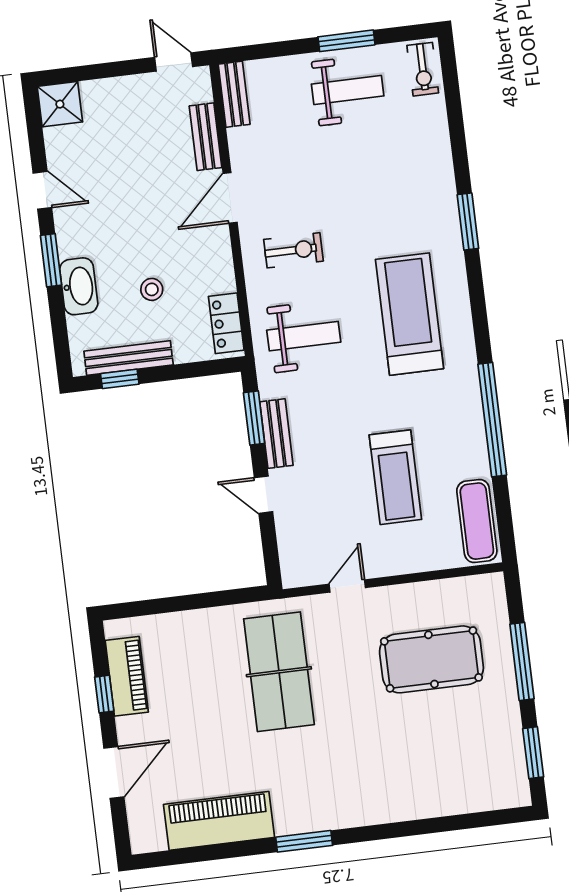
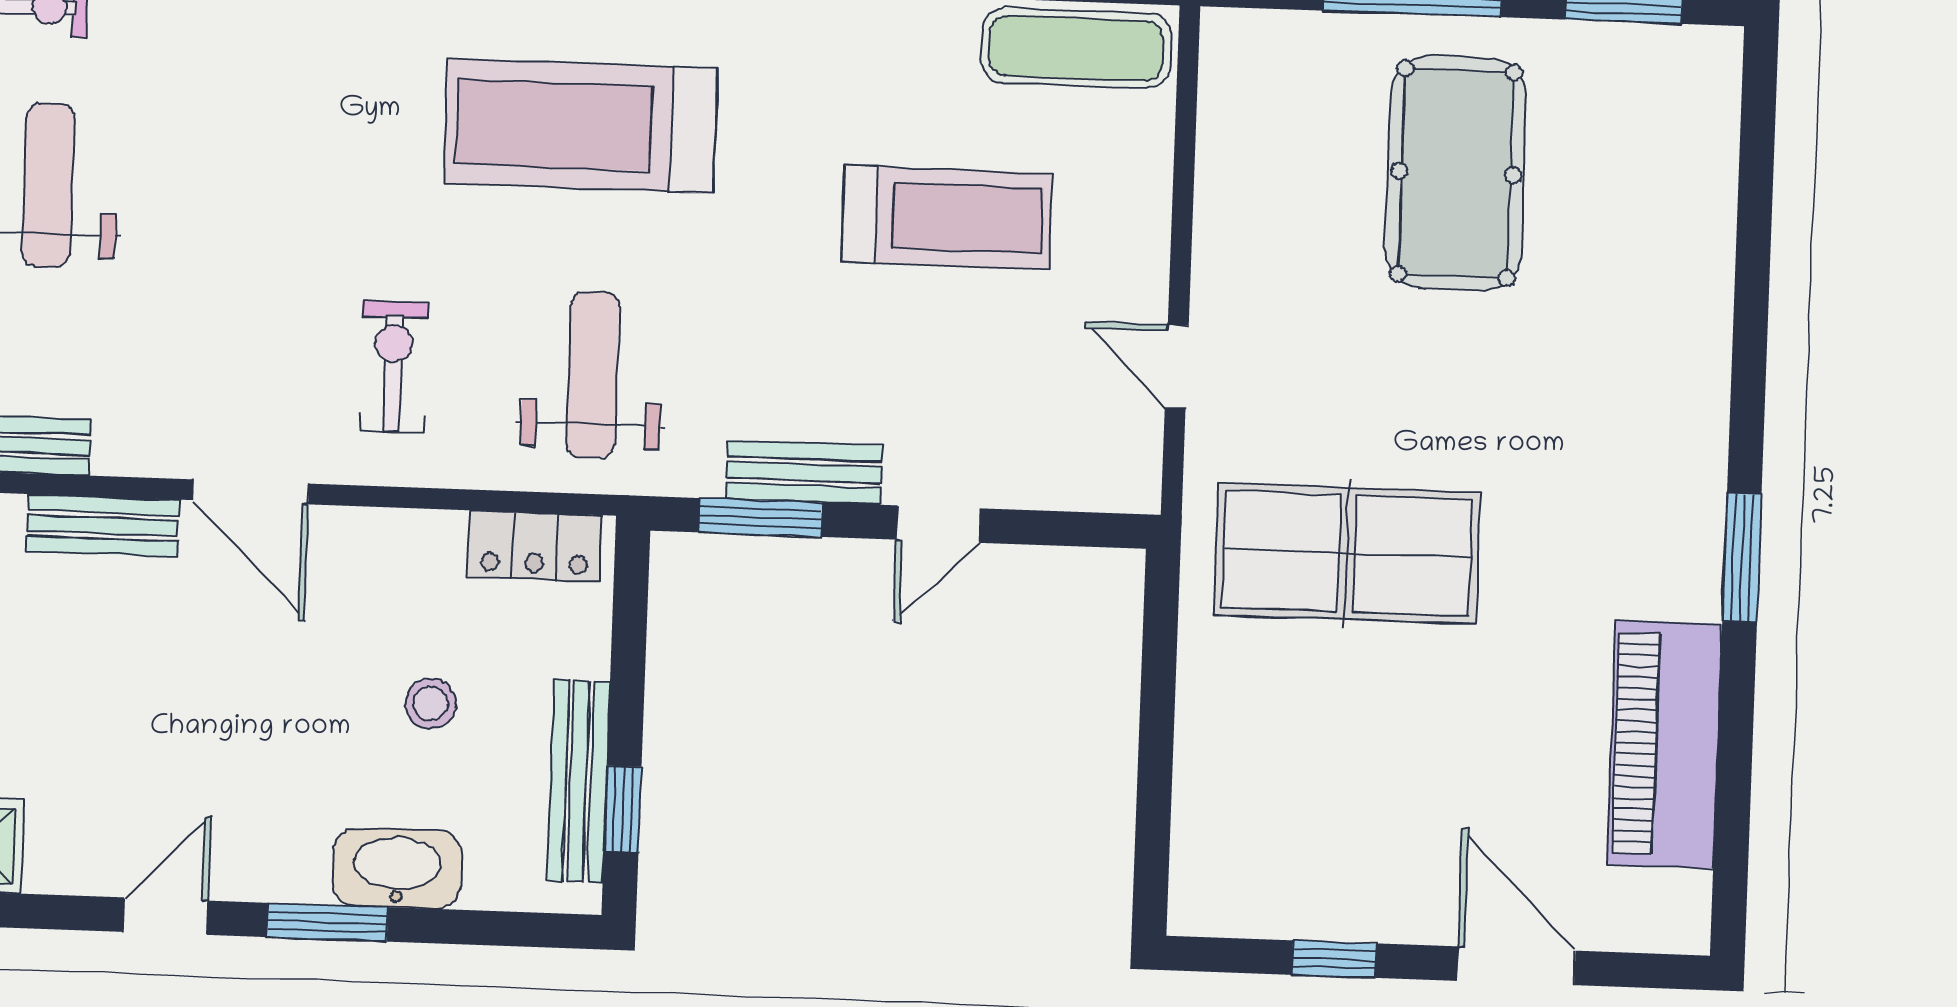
pool table: (431, 659) -> (1456, 173), moved
piano: (127, 676) -> (1302, 901), removed

